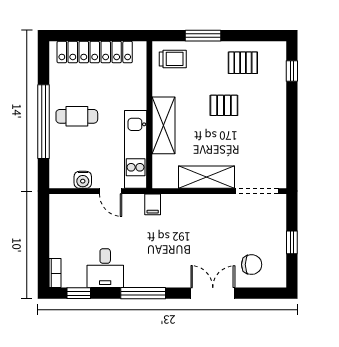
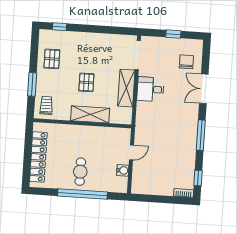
pallet: (224, 105) -> (86, 82), moved
kitchen unit: (136, 149) -> (105, 134), removed
filing cabinet: (153, 204) -> (142, 125), removed
desk: (105, 268) -> (150, 89), moved, turned 180

